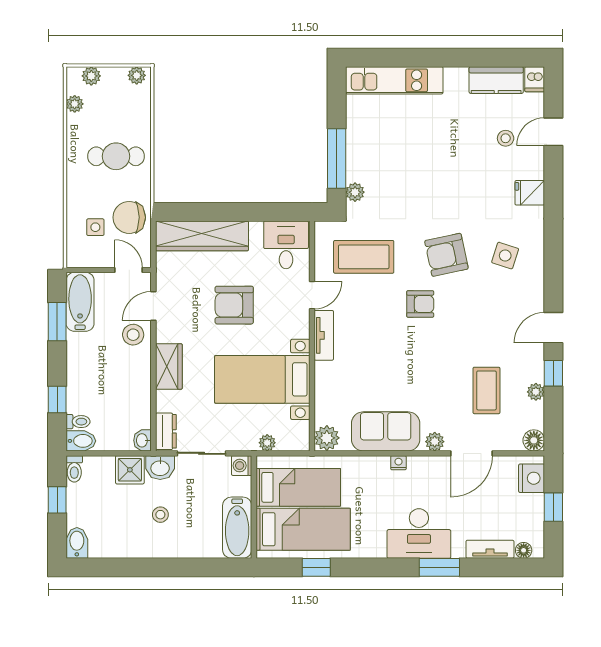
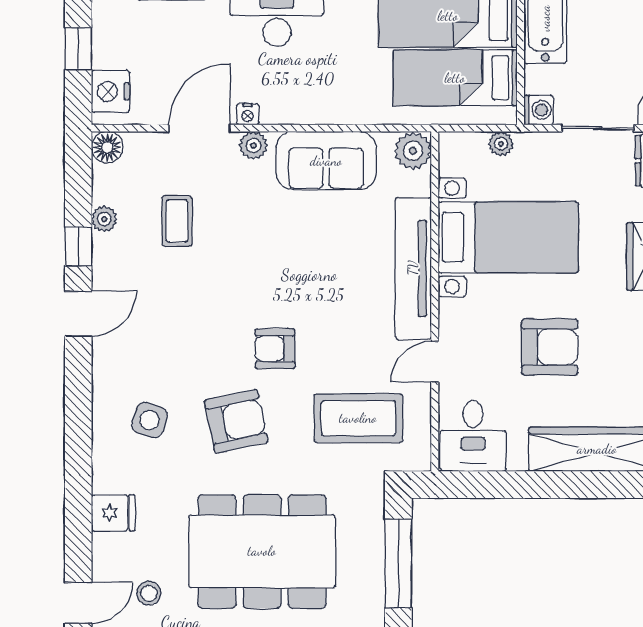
dining table: (429, 167) -> (262, 551), added
plant: (355, 192) -> (371, 514), removed
tv unit: (324, 335) -> (413, 268), width x1.92, depth x1.29
coffee table: (486, 390) -> (177, 221), width x0.73, depth x0.77
nightstand: (398, 463) -> (248, 114), moved

